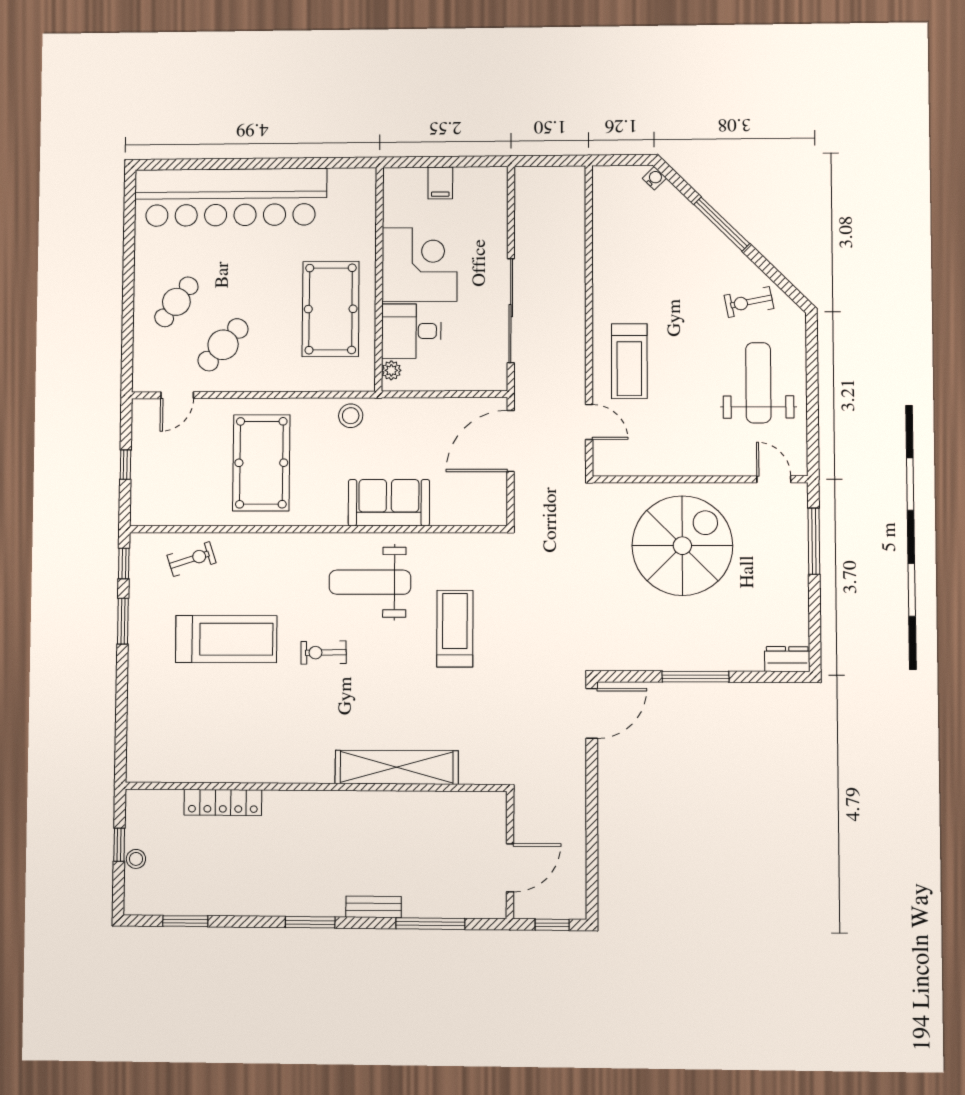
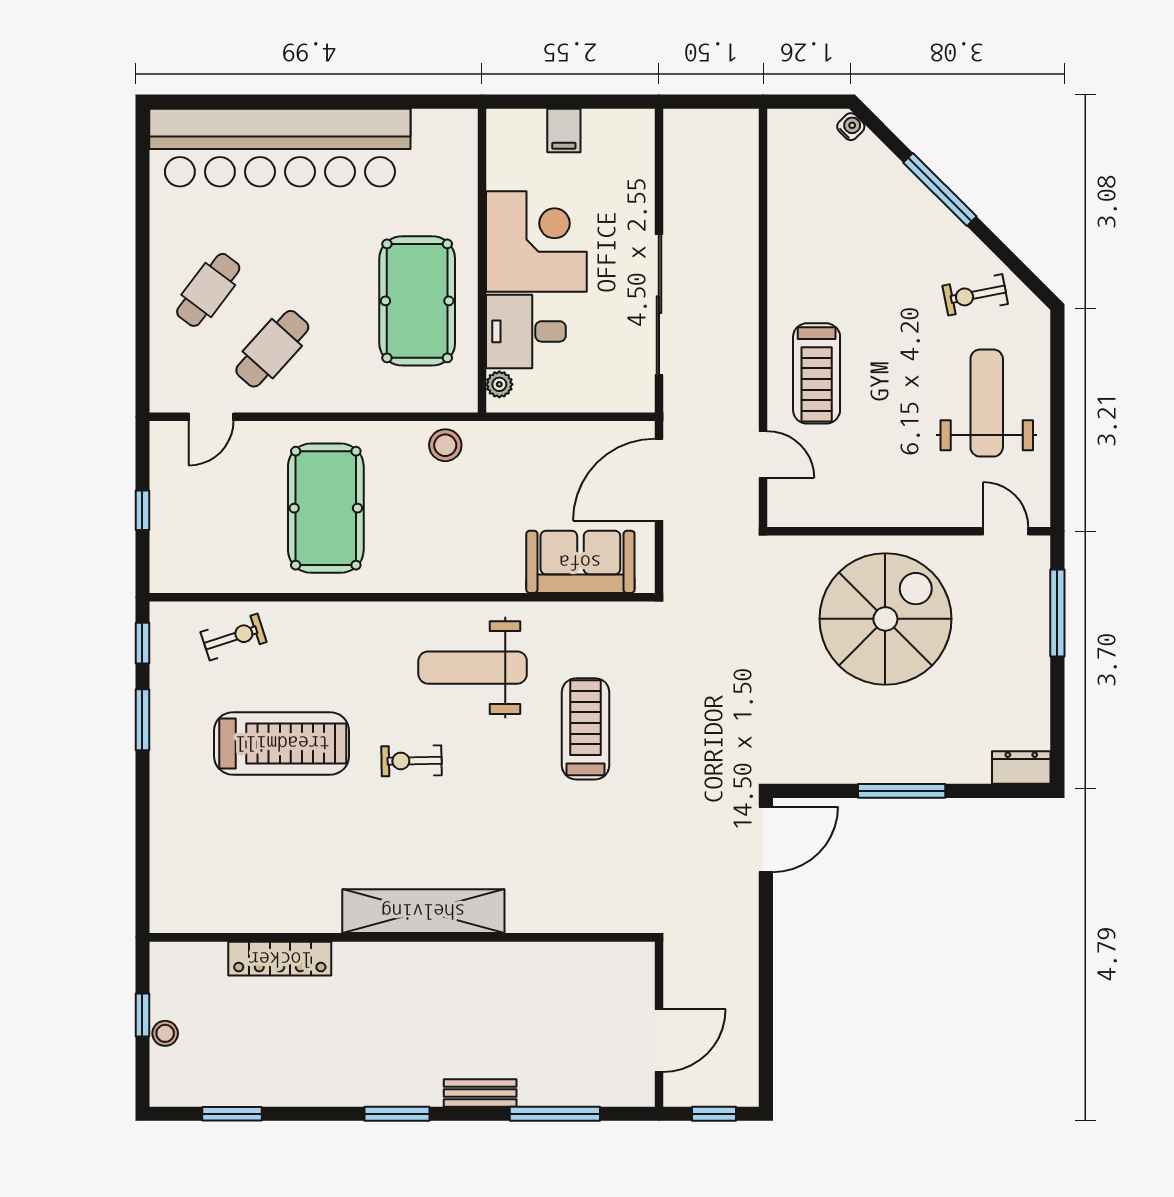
sofa: (389, 503) -> (580, 562), moved
shelving: (397, 767) -> (423, 911), moved

